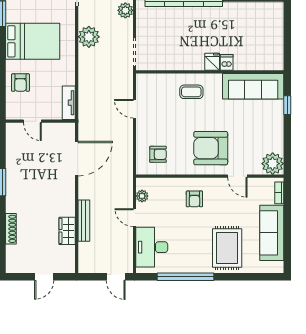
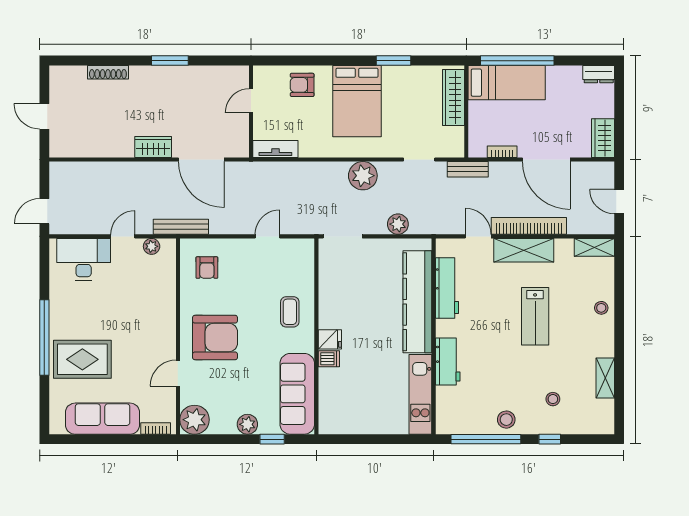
plant: (276, 124) -> (247, 424), added
armchair: (211, 148) -> (215, 338), turned 90
armchair: (194, 199) -> (148, 316), removed
bench: (84, 221) -> (181, 227), moved
wardrobe: (67, 231) -> (153, 147), moved
window: (185, 277) -> (44, 338), moved

